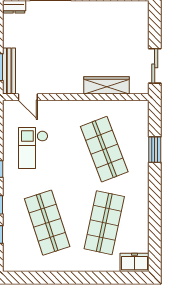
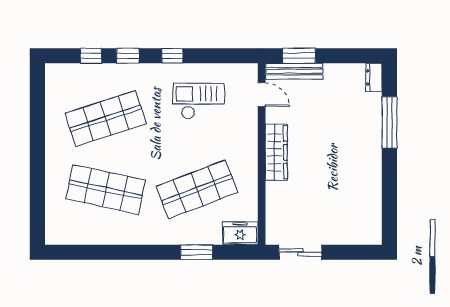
wardrobe: (107, 85) -> (276, 152), moved
door: (28, 97) -> (262, 95), swing flipped
freezer: (134, 262) -> (240, 233), moved, turned -90

